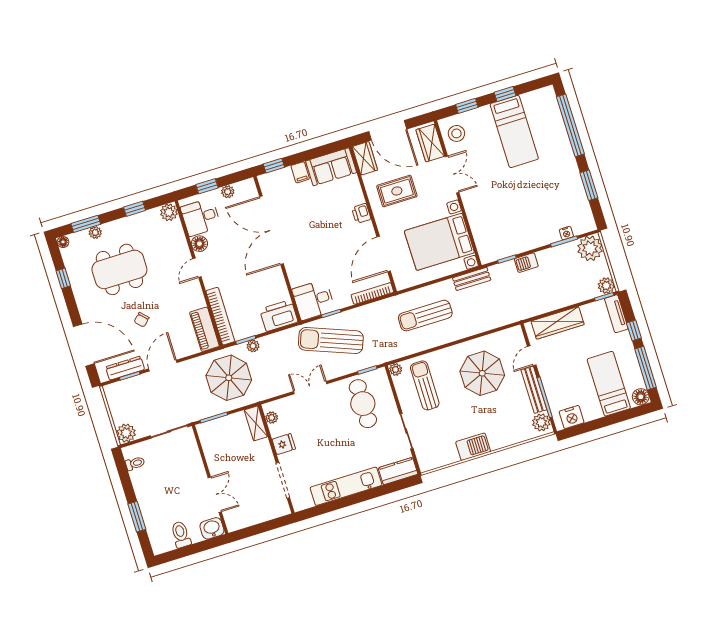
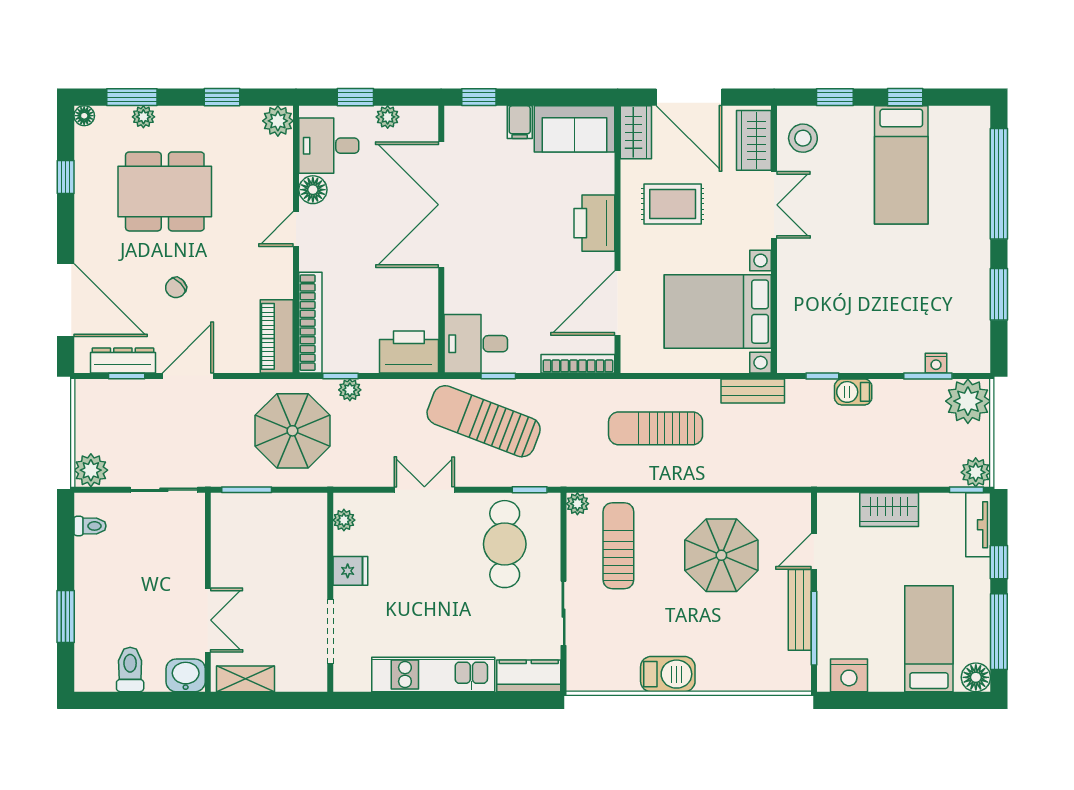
printer: (361, 213) -> (594, 223), width x1.87, depth x1.48
wardrobe: (558, 323) -> (889, 510), width x0.67
plant: (541, 422) -> (795, 669), removed
shelving: (256, 423) -> (246, 679), moved, turned 90

